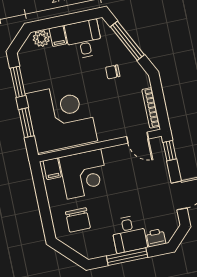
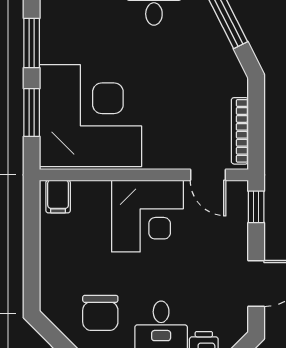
chair: (113, 72) -> (190, 59), removed
corner desk: (84, 174) -> (147, 216), moved
chair: (78, 220) -> (100, 313), moved

